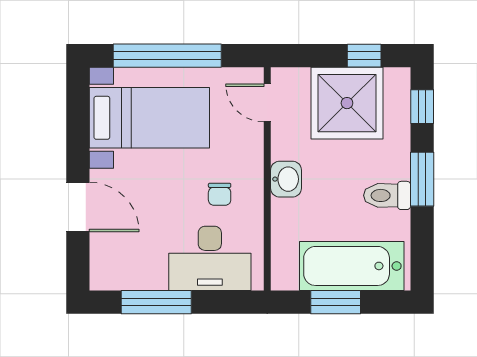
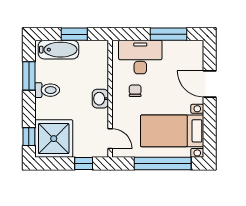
window: (364, 56) -> (84, 163), moved
shower: (347, 103) -> (54, 139), moved
window: (422, 179) -> (29, 76), moved
bathtub: (352, 266) -> (58, 50), width x0.73, depth x0.73

